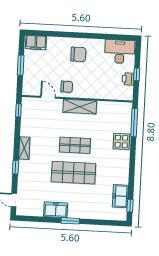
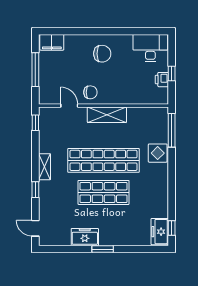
window: (21, 65) -> (35, 70), width x1.44
shop shelf: (75, 145) -> (104, 160), width x2.00, depth x1.36
freezer: (120, 196) -> (160, 232), moved

